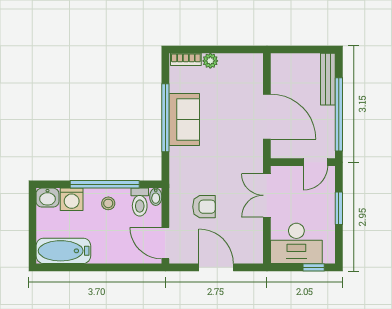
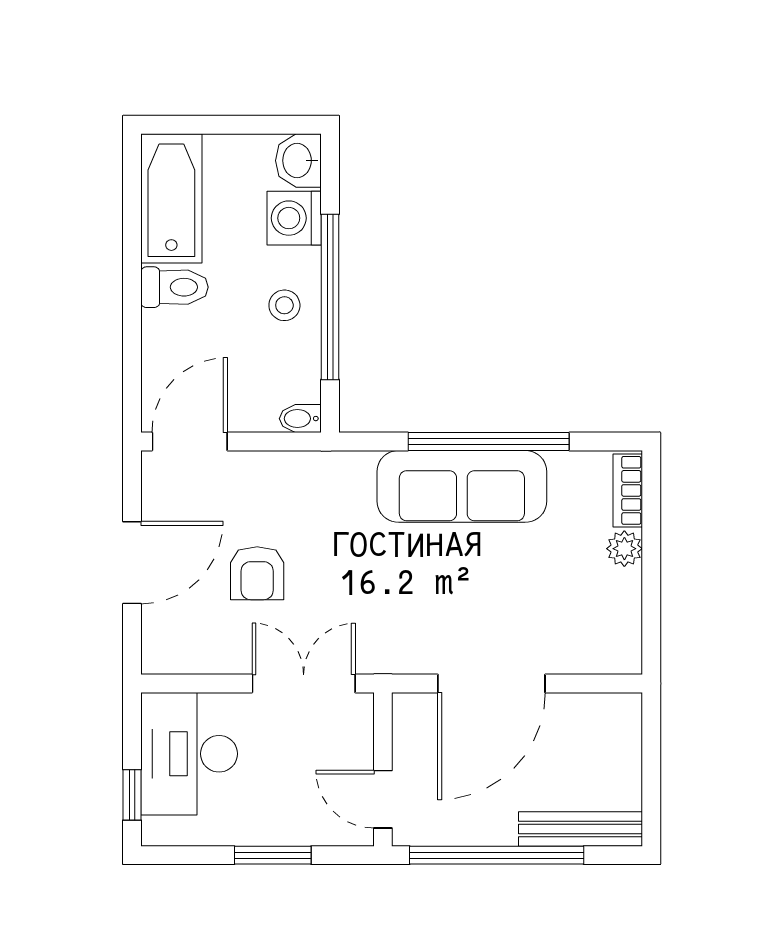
sofa: (184, 120) -> (462, 486), width x1.36
toilet: (140, 202) -> (174, 287), moved, turned 180
armchair: (204, 207) -> (257, 573), moved

